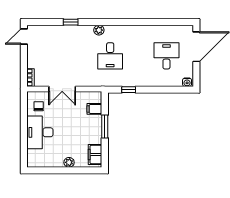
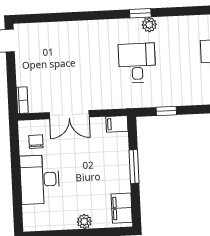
window: (71, 22) -> (140, 13), moved
plant: (99, 30) -> (149, 25), moved
desk: (110, 56) -> (137, 63), turned 180
filing cabinet: (94, 109) -> (117, 124), moved

